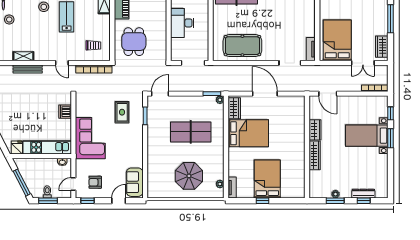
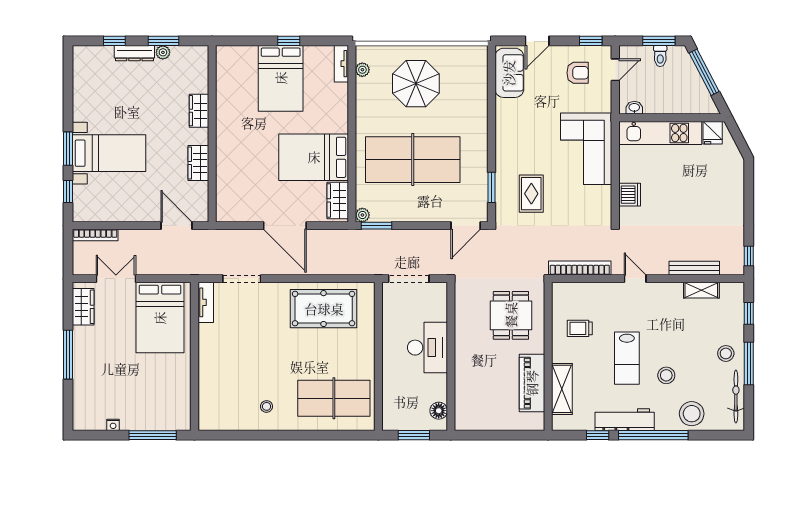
trolley: (93, 45) -> (580, 328), moved
table tennis table: (191, 132) -> (413, 160), width x1.36, depth x1.32
wardrobe: (315, 155) -> (199, 111), width x0.67
dresser: (363, 194) -> (134, 53), moved

